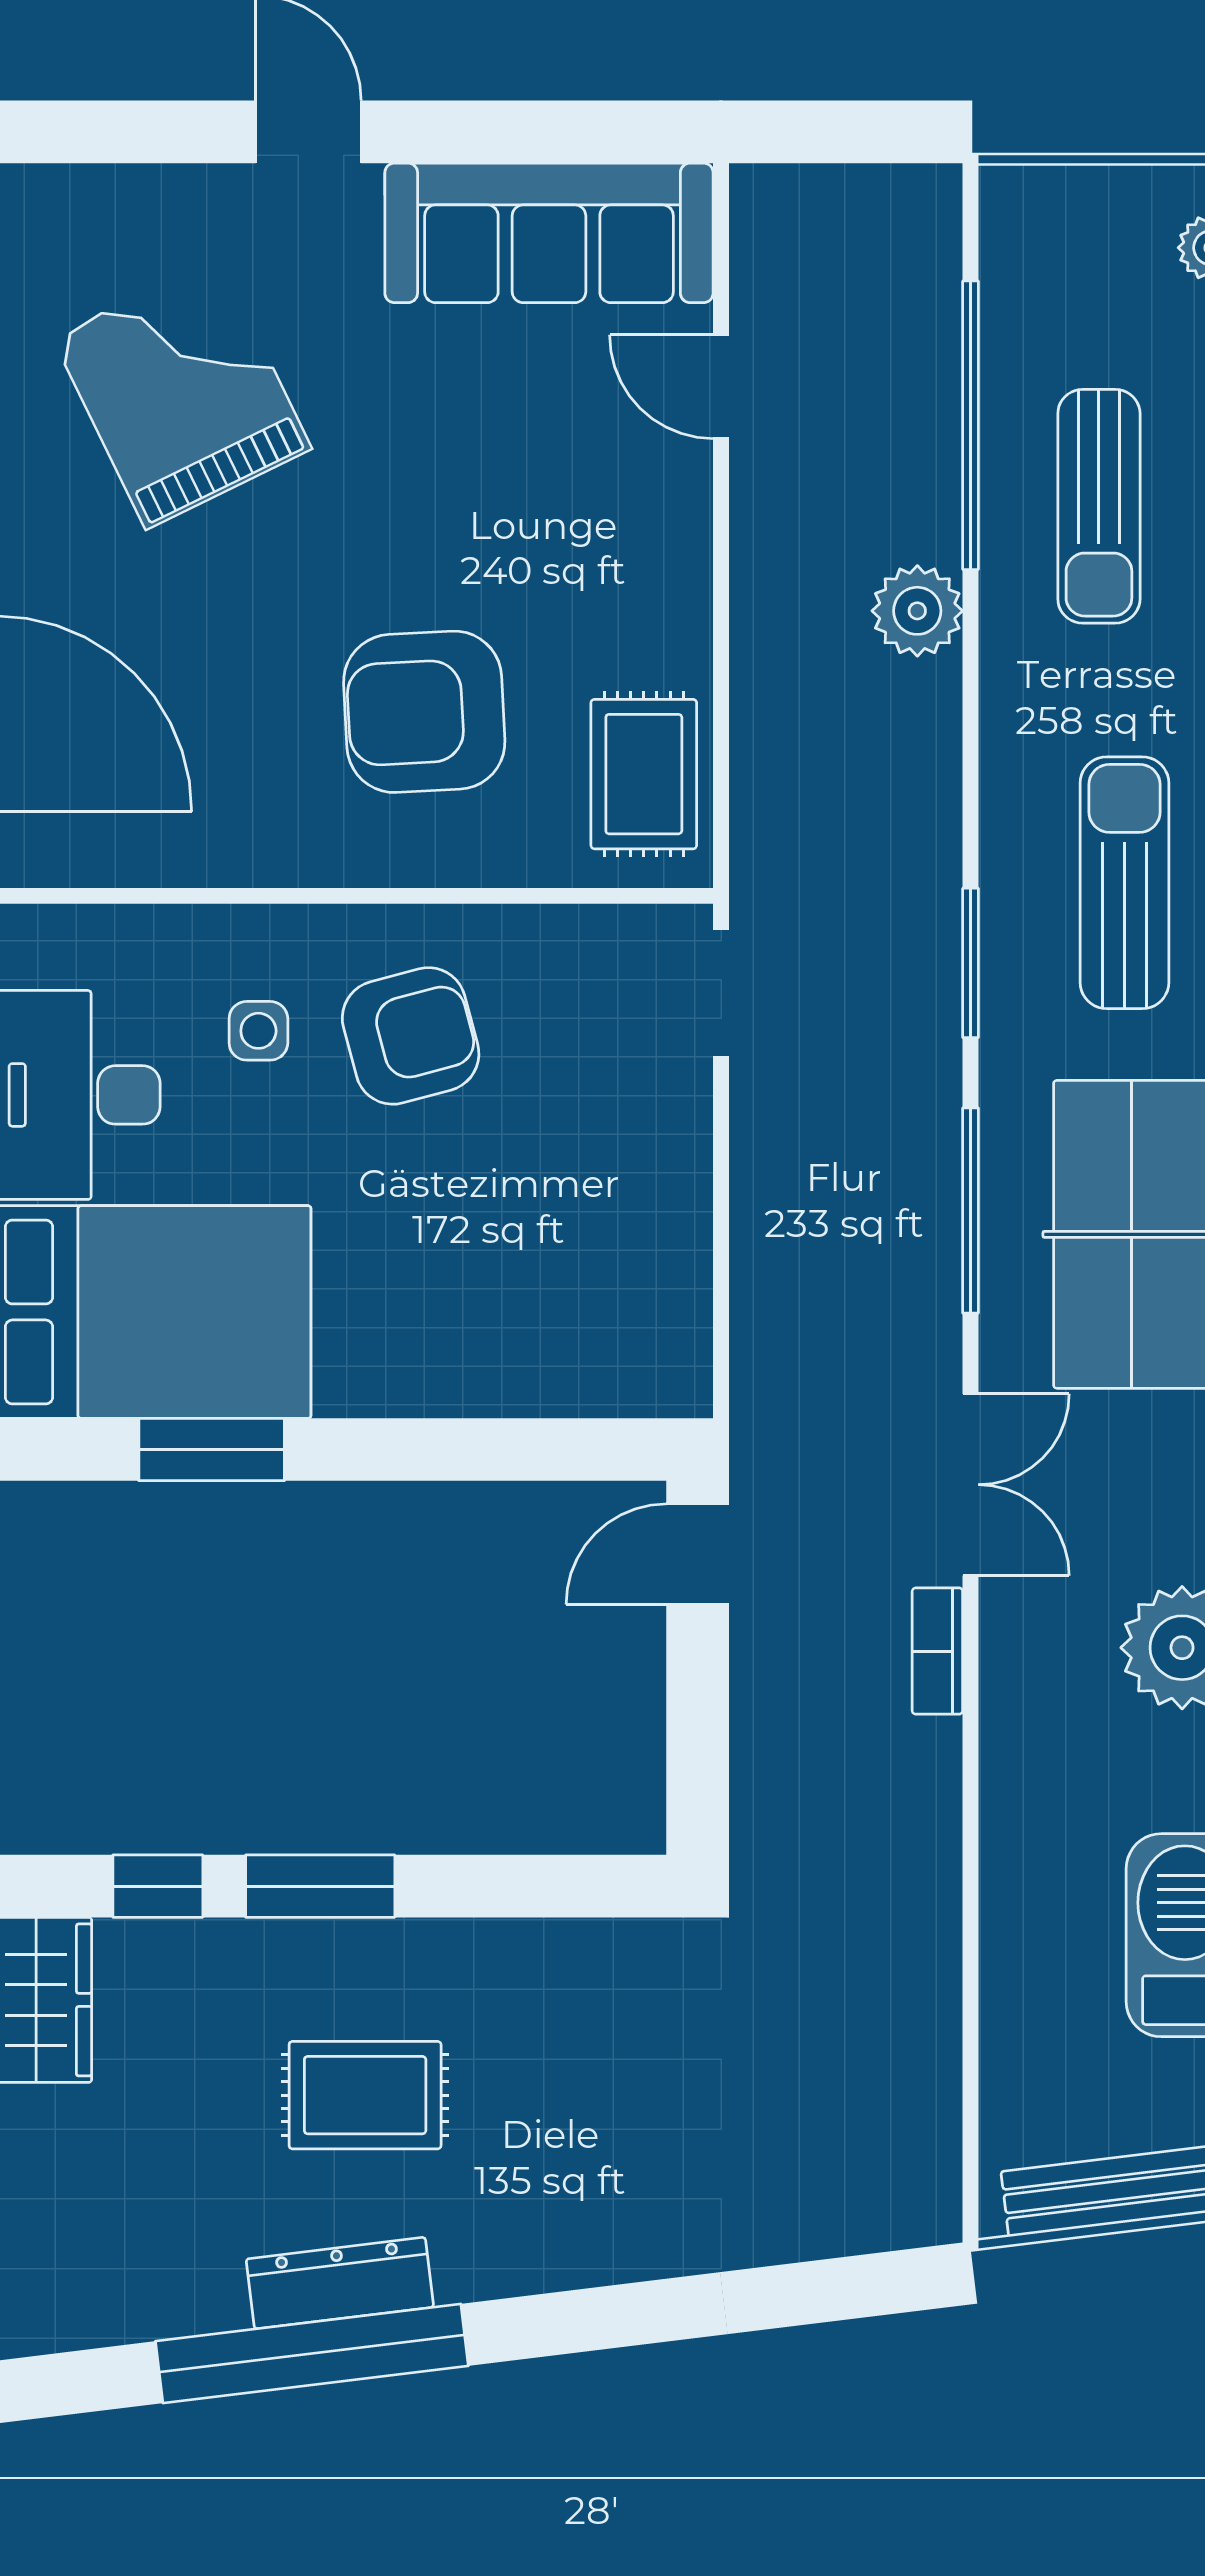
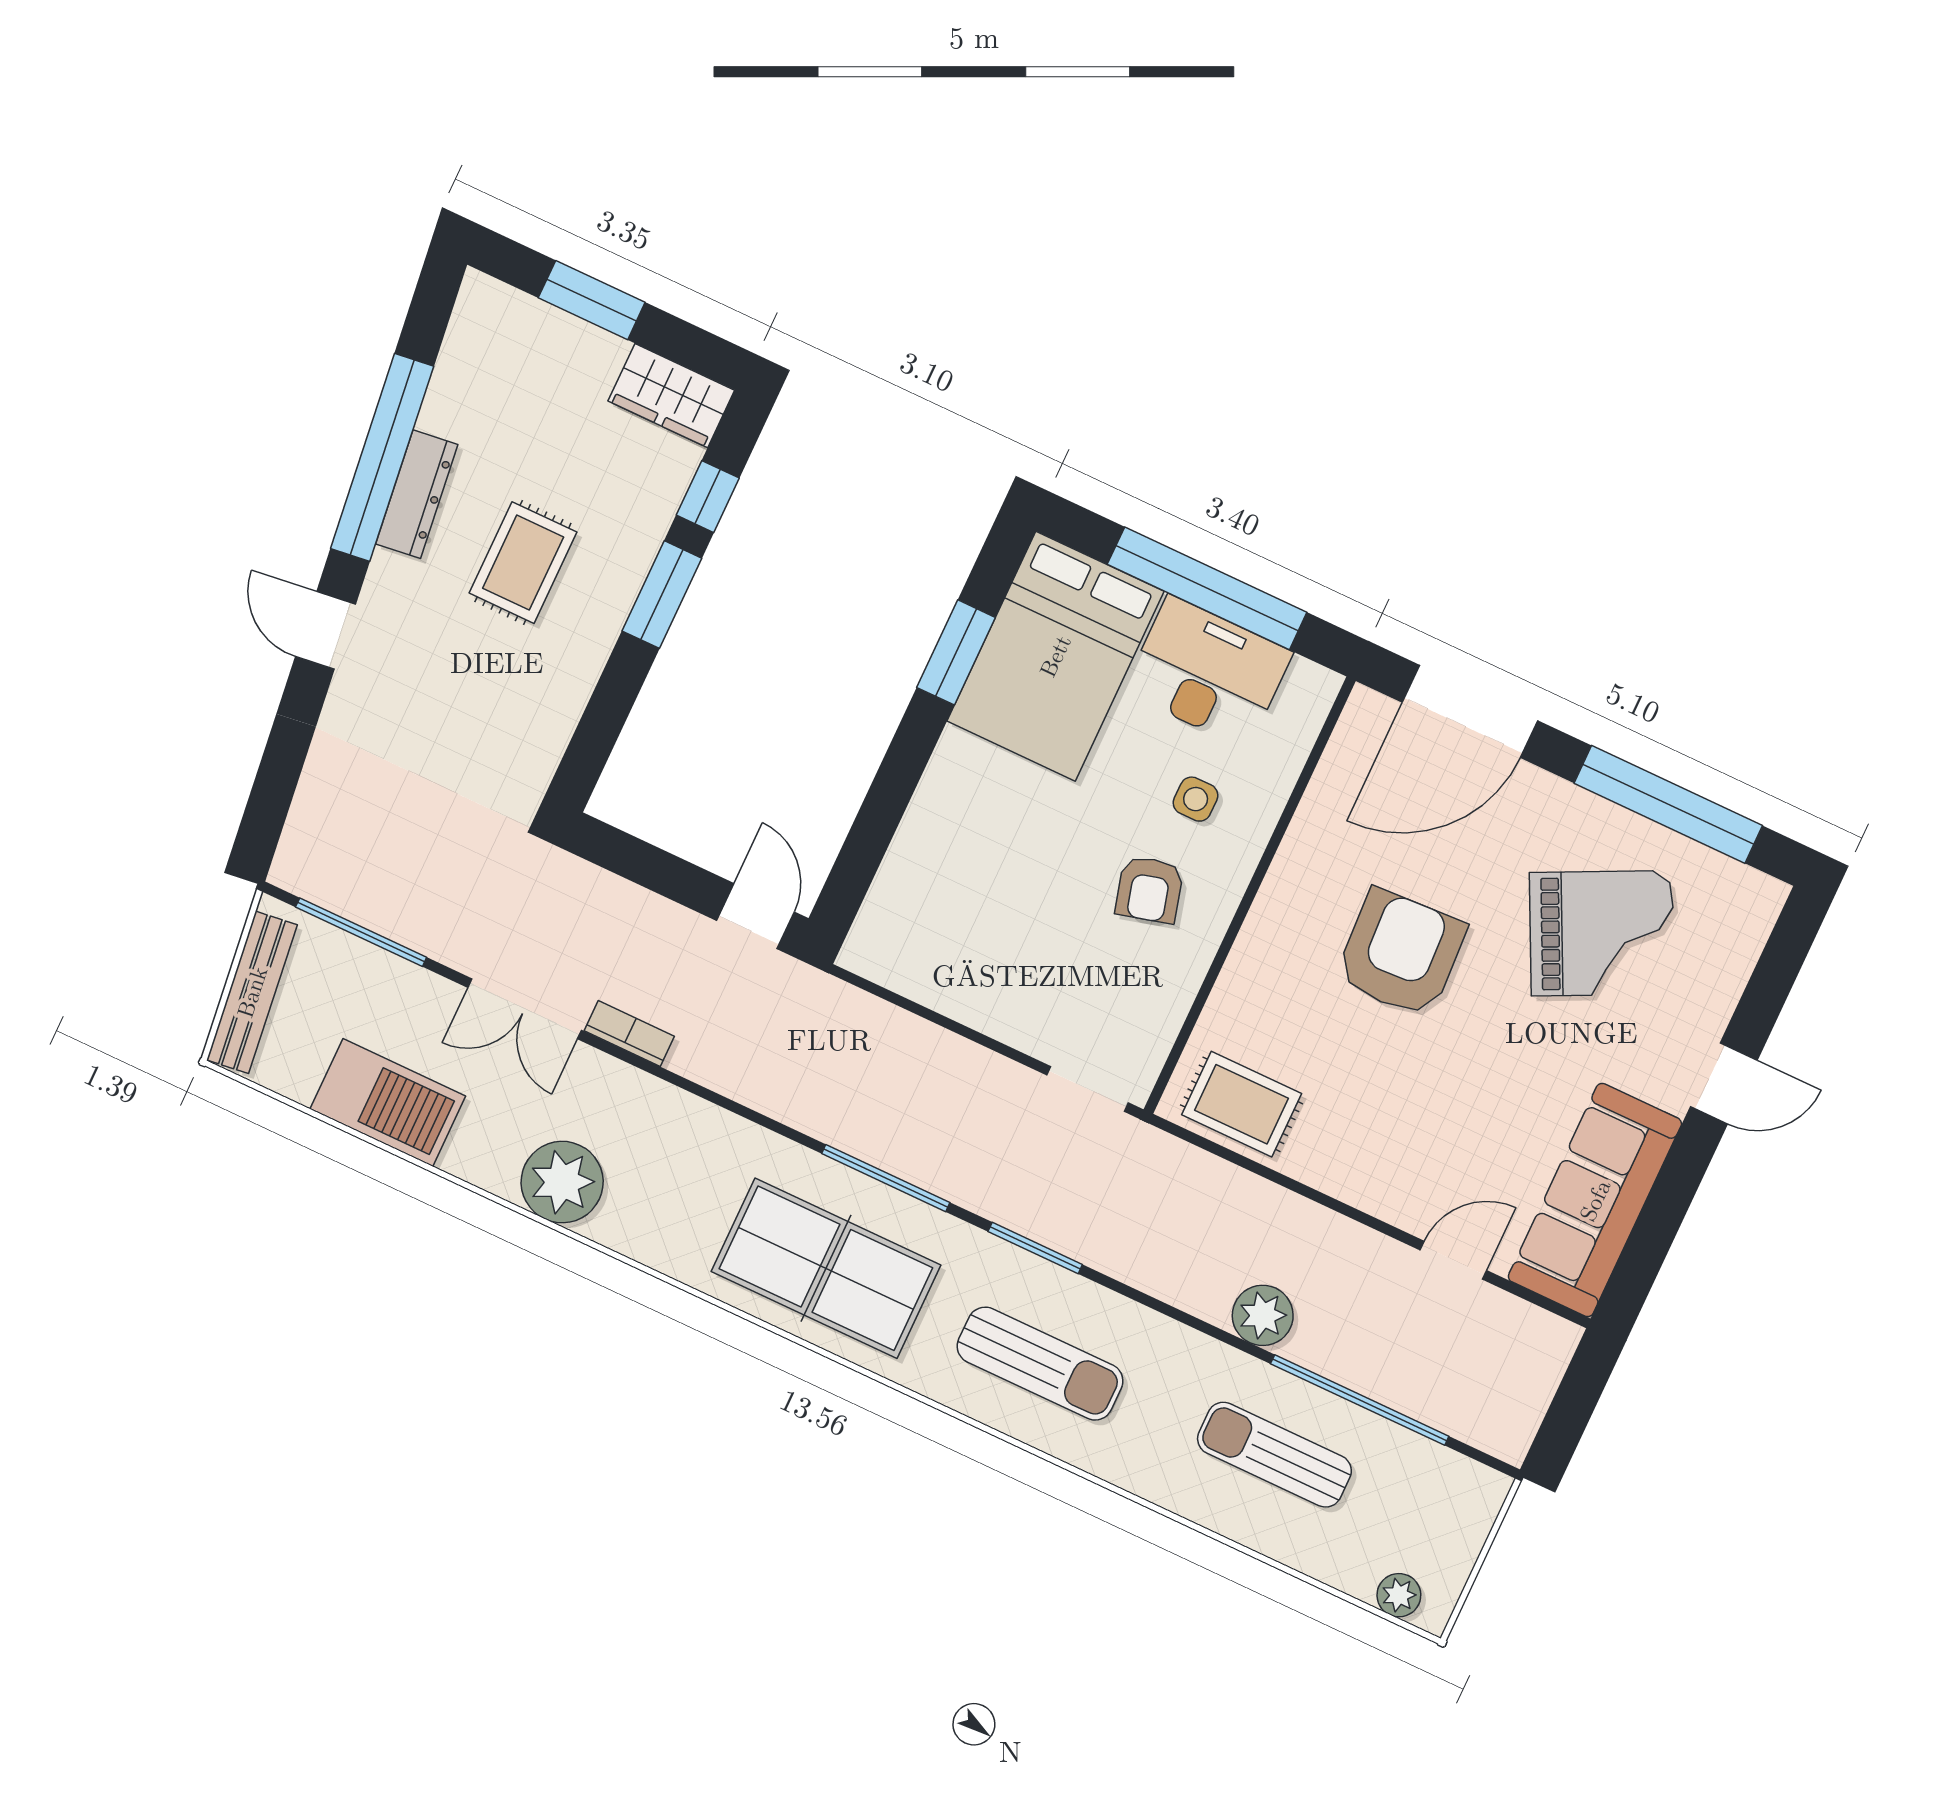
armchair: (424, 712) -> (1401, 953), moved
armchair: (411, 1036) -> (1149, 889), width x0.72, depth x0.72
double door: (970, 1485) -> (525, 1009), moved
window: (970, 2080) -> (361, 932), added
door: (583, 2320) -> (326, 630), added

